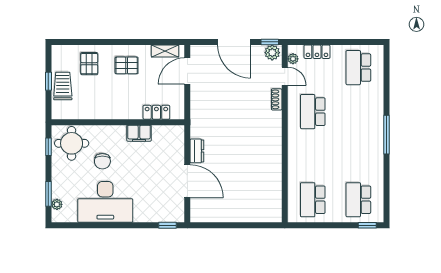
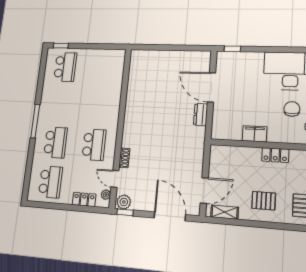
door: (234, 42) -> (170, 216), moved
locker: (156, 112) -> (275, 155), moved
school desk: (313, 200) -> (55, 142), moved

